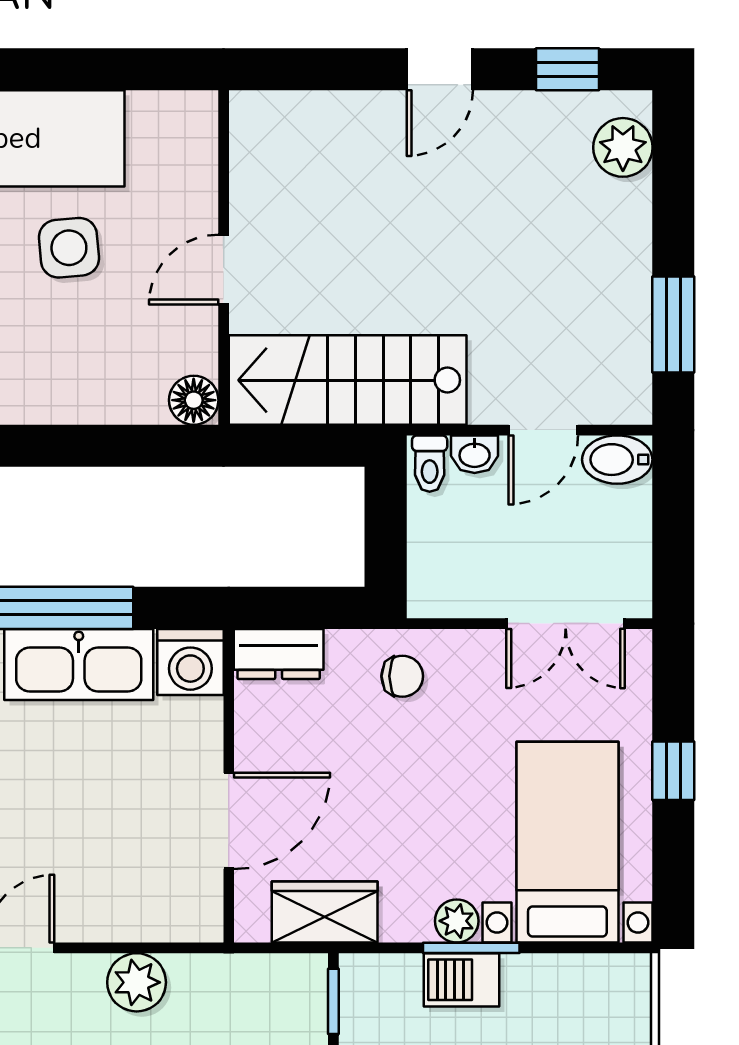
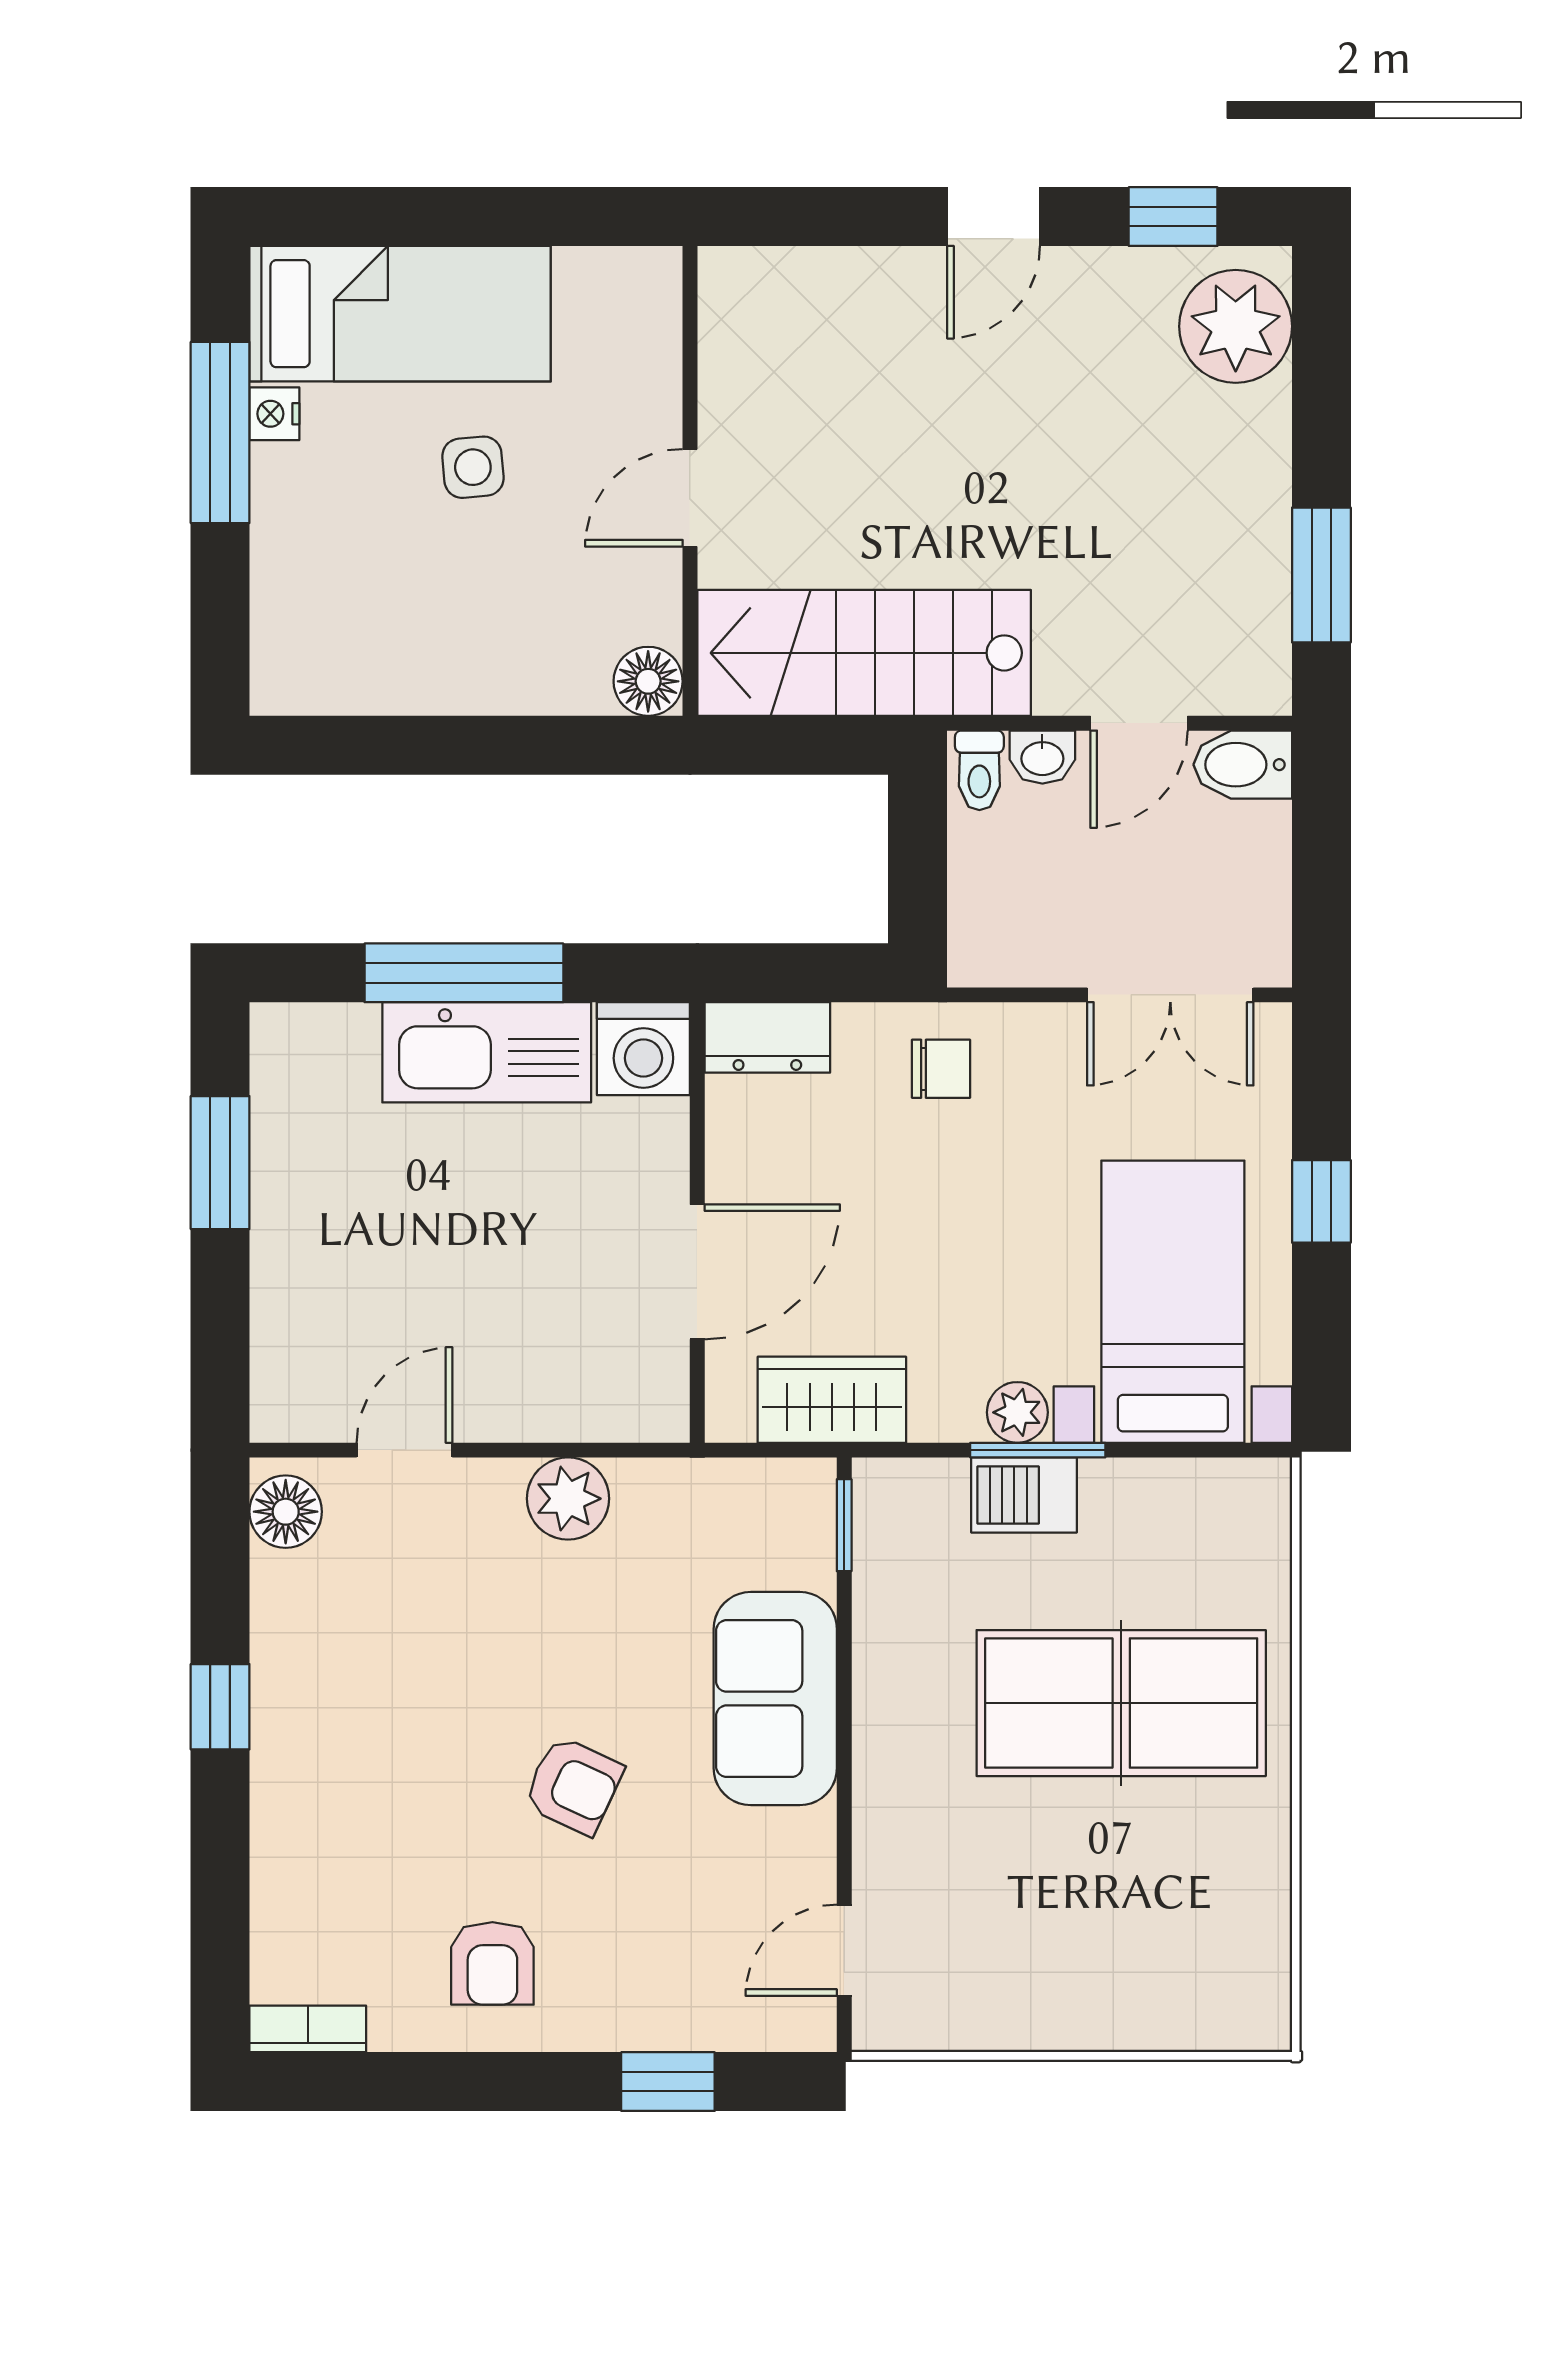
plant: (623, 147) -> (1236, 326), width x1.36, depth x1.36
side table: (69, 248) -> (473, 467), width x0.73, depth x0.73

